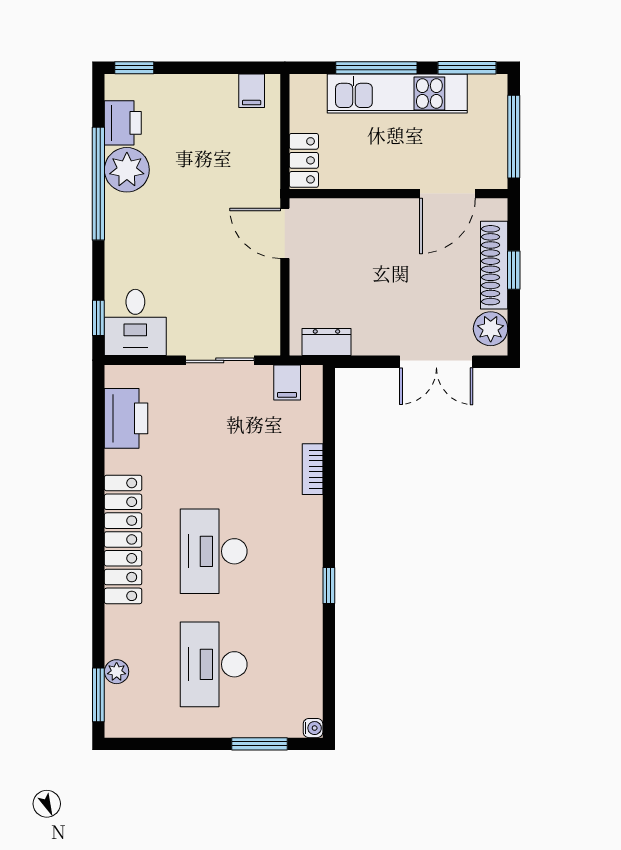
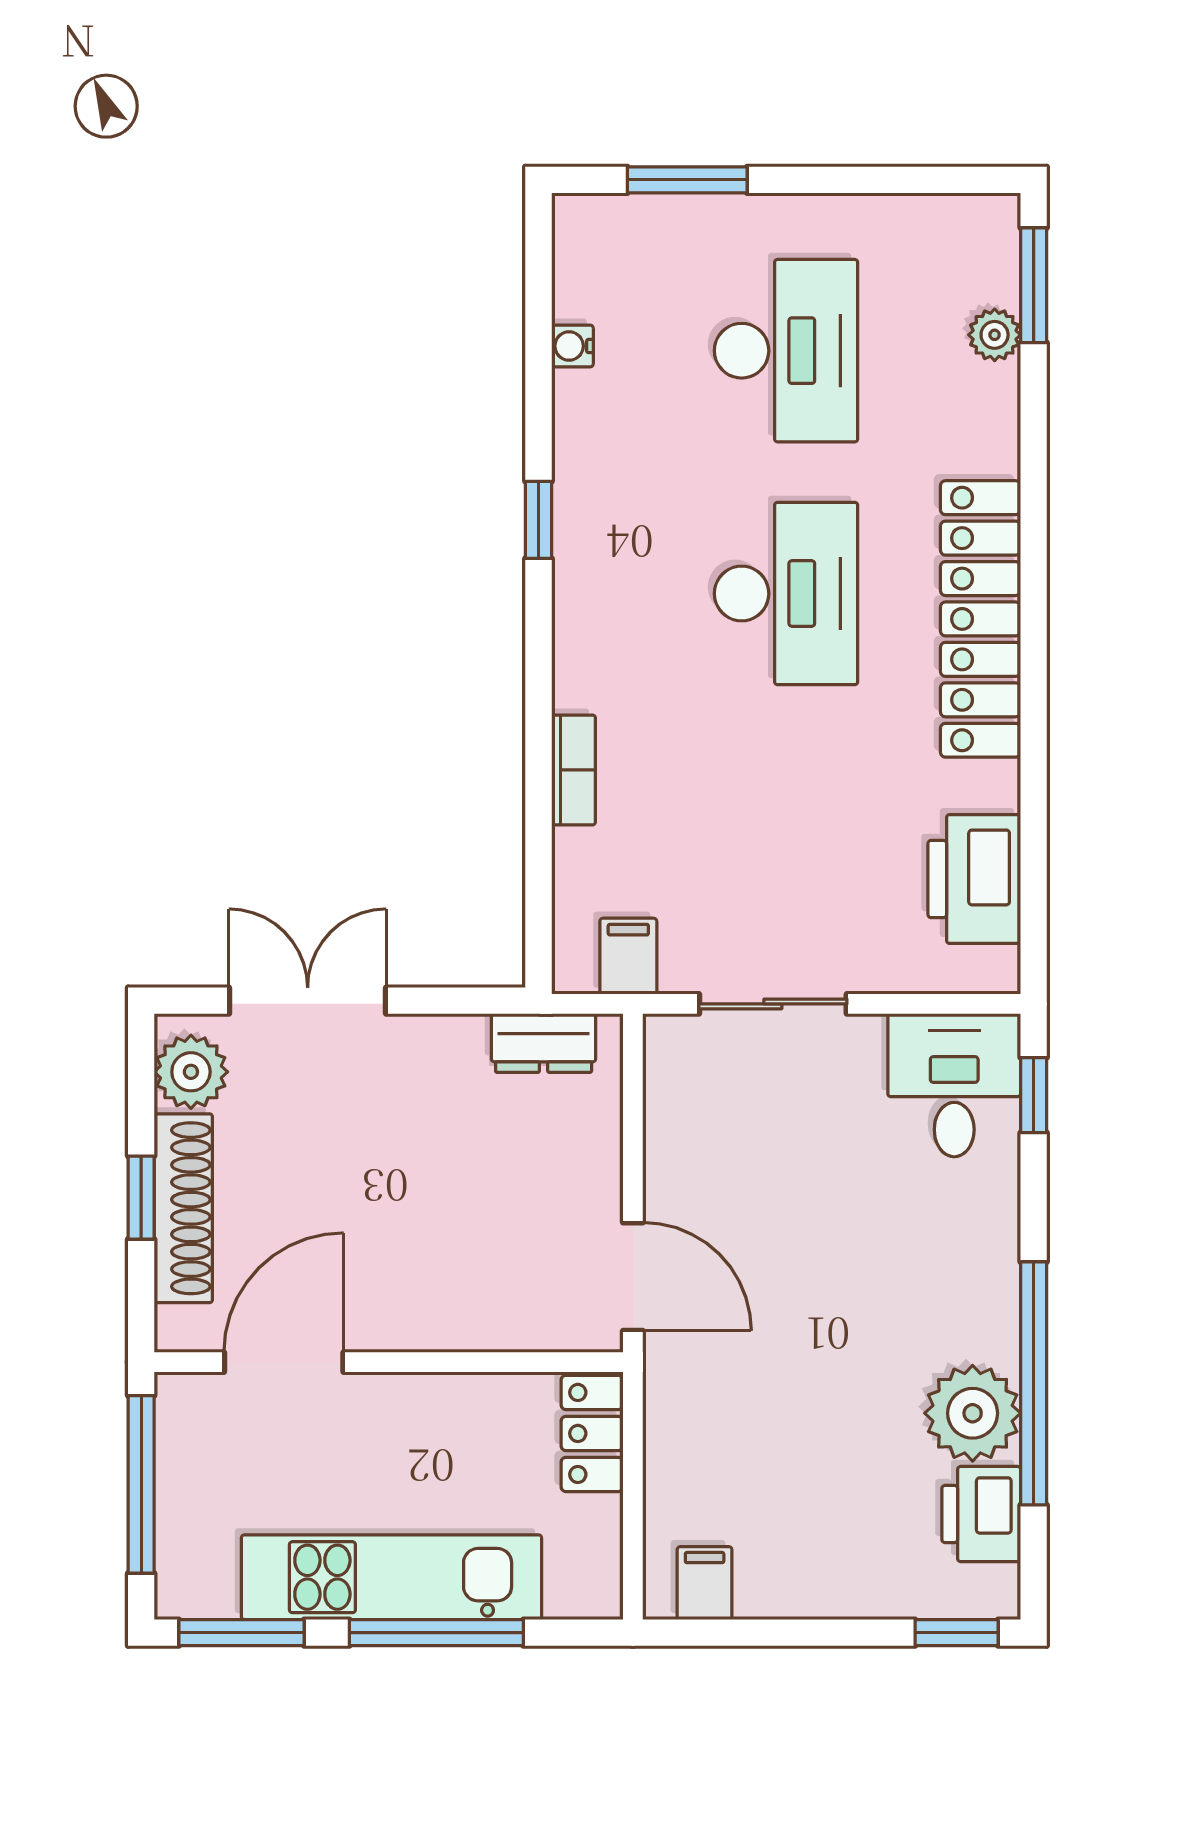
water cooler: (313, 728) -> (572, 346), moved

